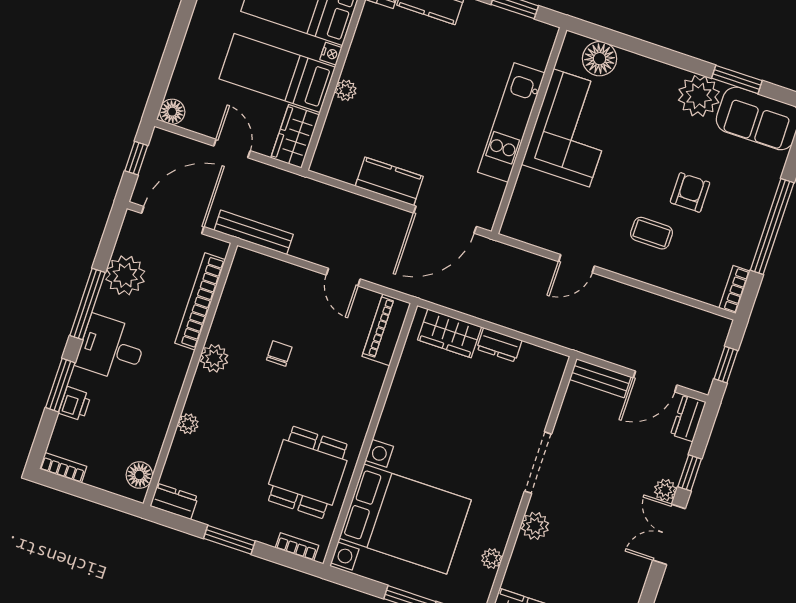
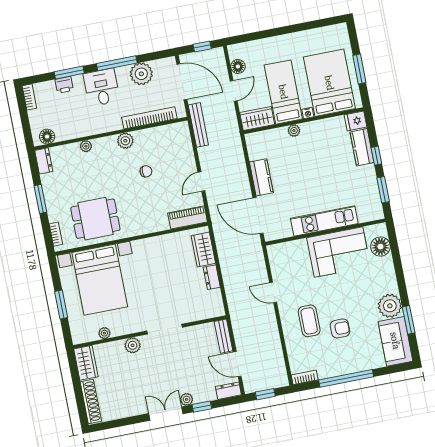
floor lamp: (172, 112) -> (238, 66), moved
coffee table: (651, 233) -> (309, 321), width x1.36, depth x1.30

